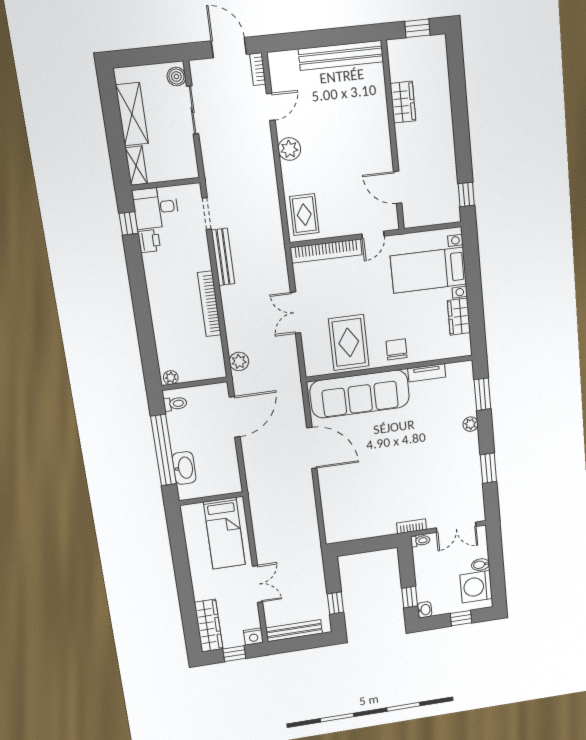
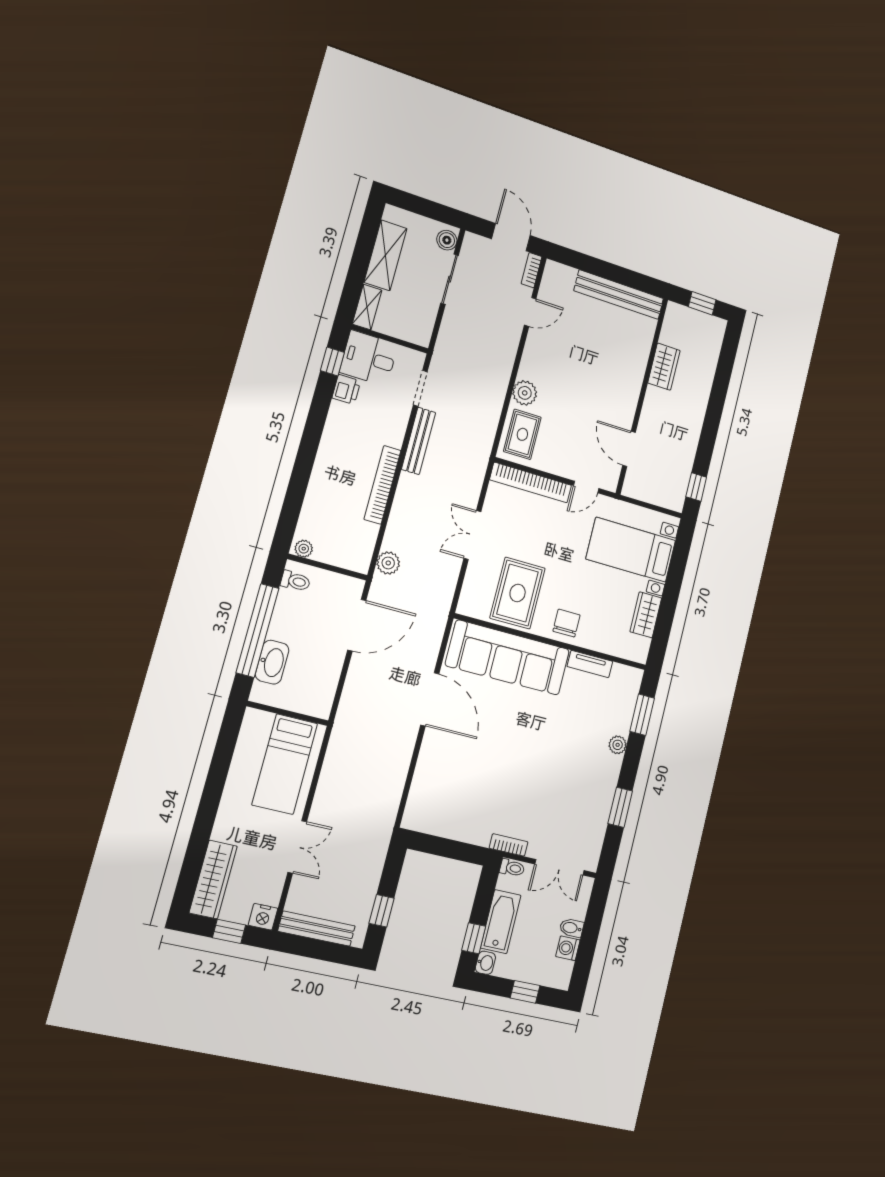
plant: (289, 149) -> (525, 393), moved
bathtub: (425, 579) -> (501, 922), added
washing machine: (476, 587) -> (568, 948), width x0.53, depth x0.53

